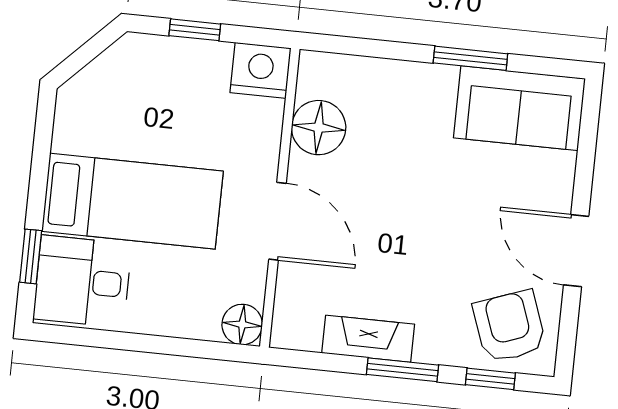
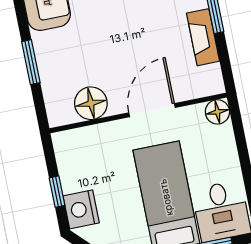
window: (470, 58) -> (31, 62), moved
nightstand: (261, 70) -> (81, 209), moved

